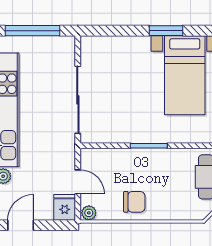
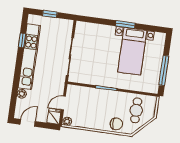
window: (33, 31) -> (50, 14), width x0.46
door: (78, 182) -> (63, 103), swing flipped
chair: (134, 202) -> (116, 124), moved

